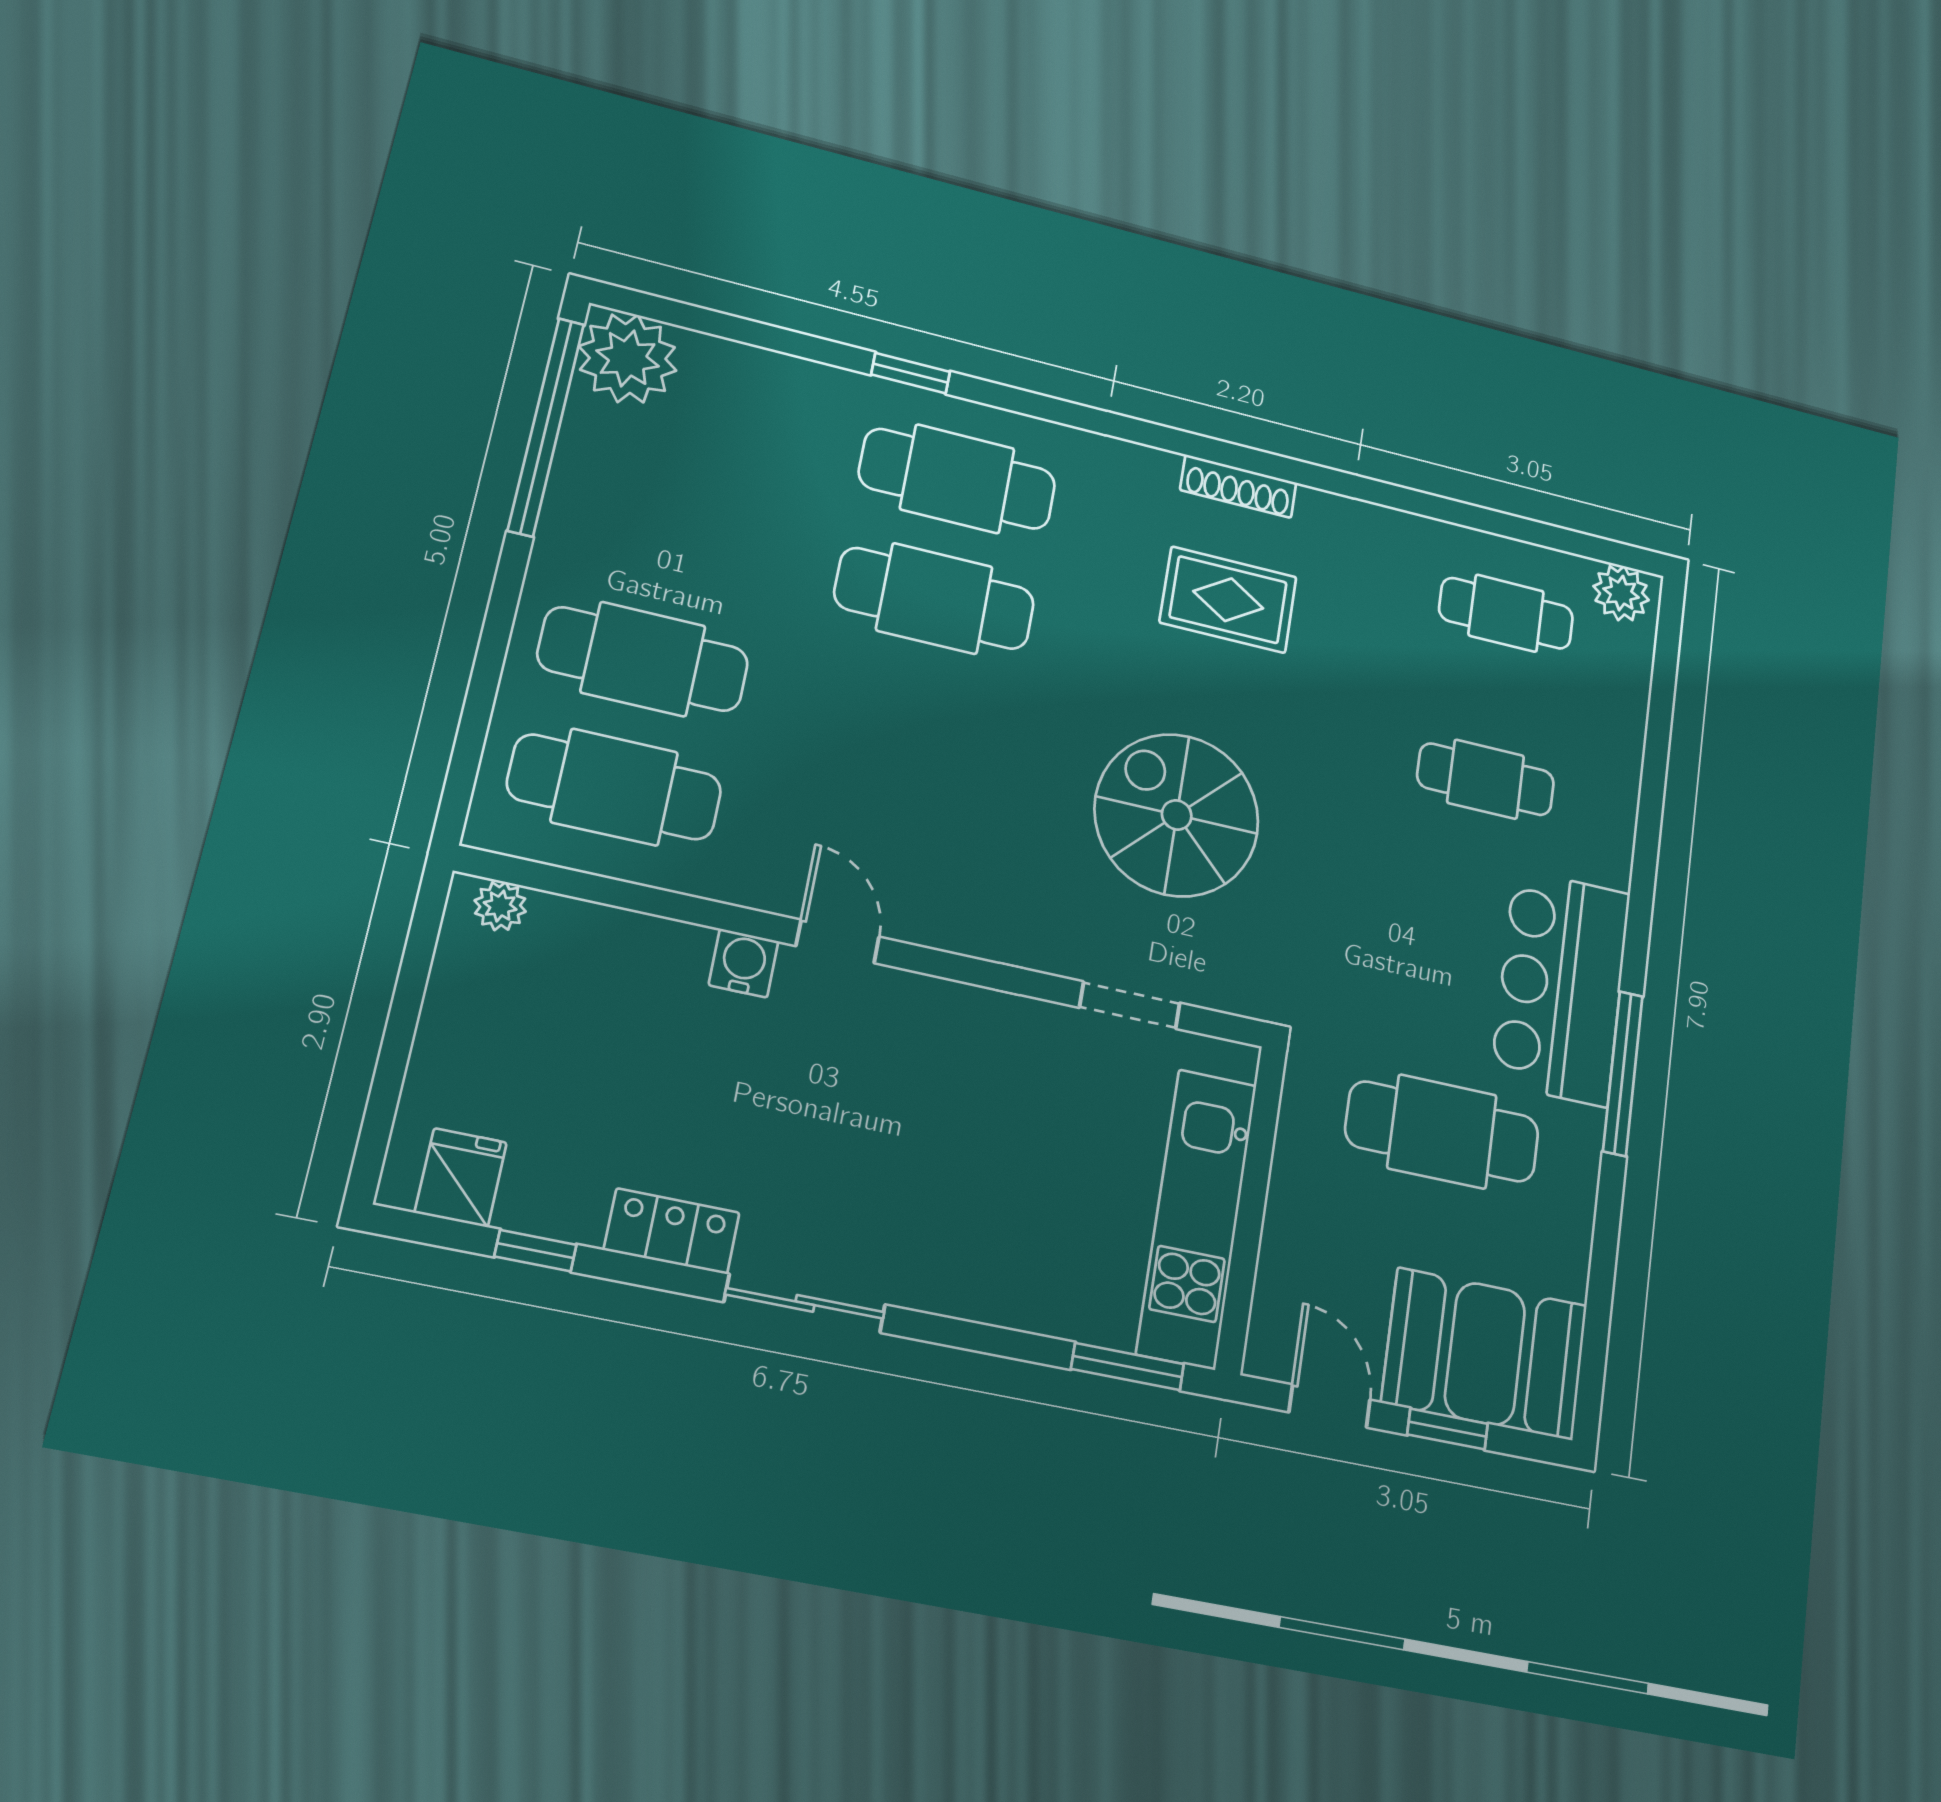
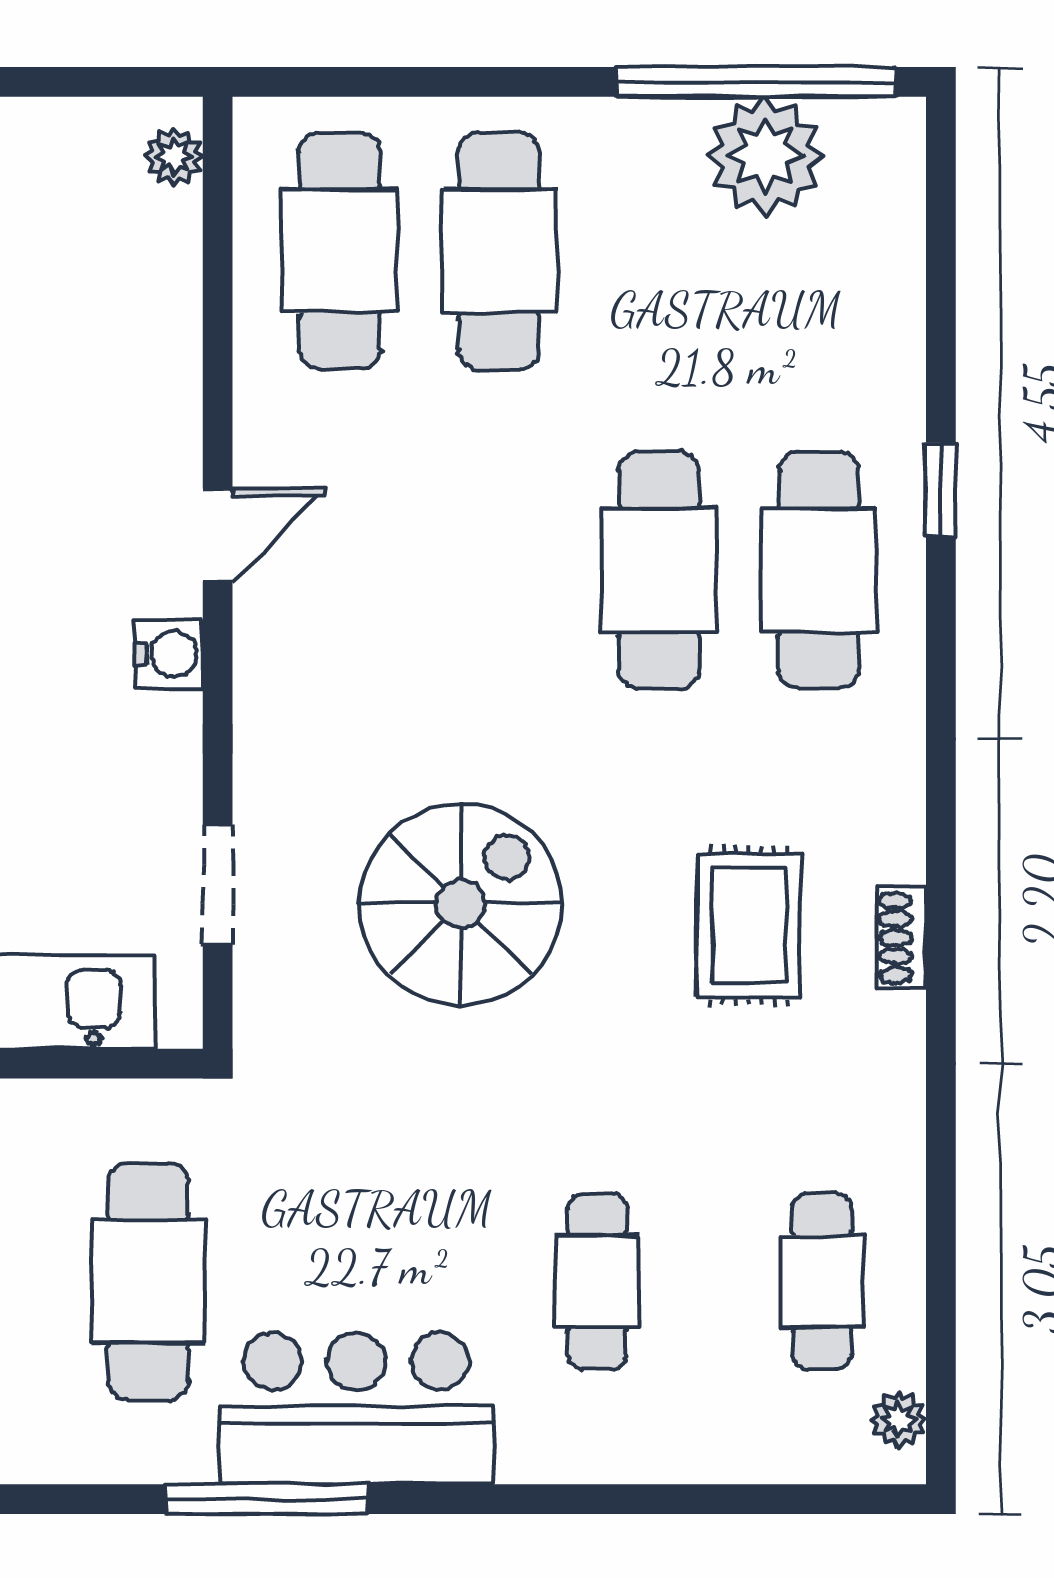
plant: (628, 358) -> (765, 156), moved
shoe rack: (1238, 486) -> (902, 938), width x0.70
plant: (1621, 593) -> (898, 1419), width x0.73, depth x0.73
water cooler: (744, 963) -> (169, 654), moved

